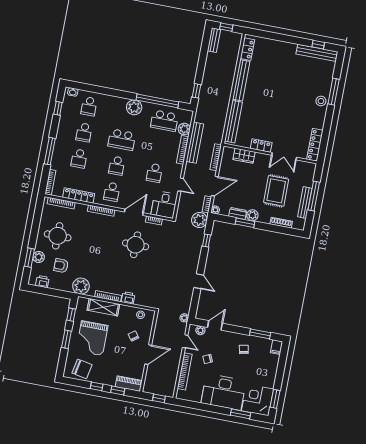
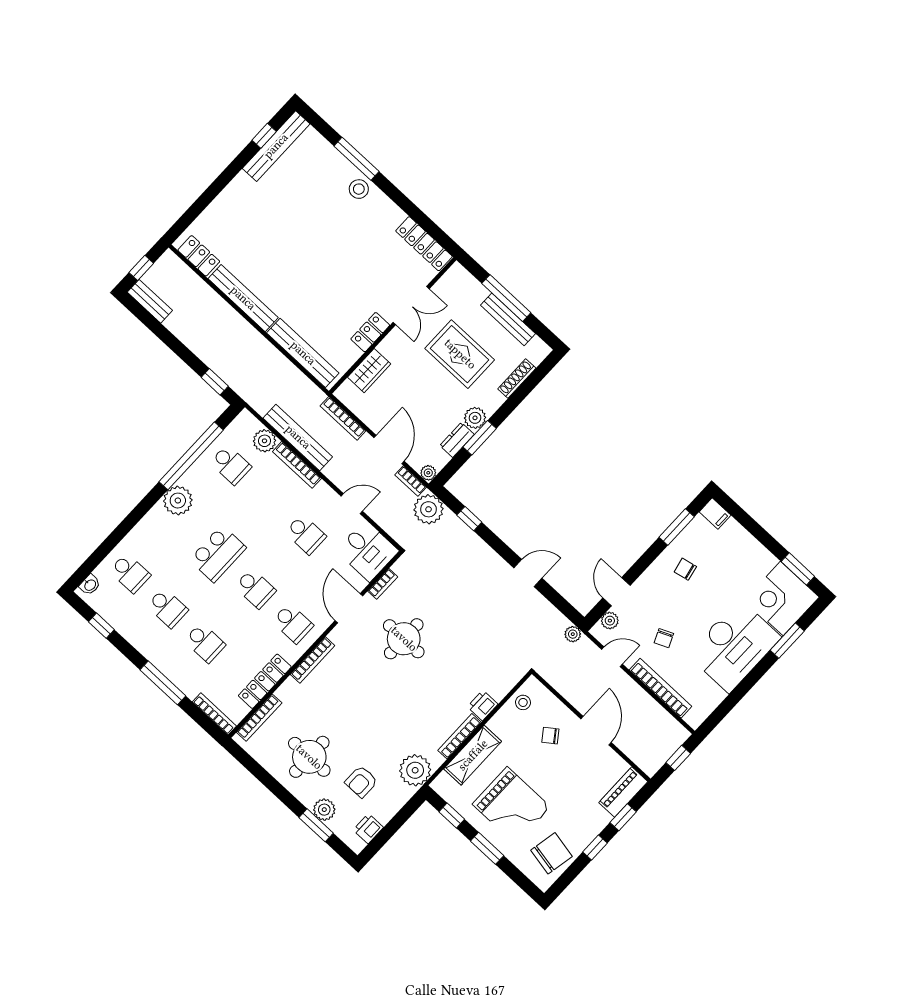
school desk: (164, 121) -> (231, 465), width x0.54

